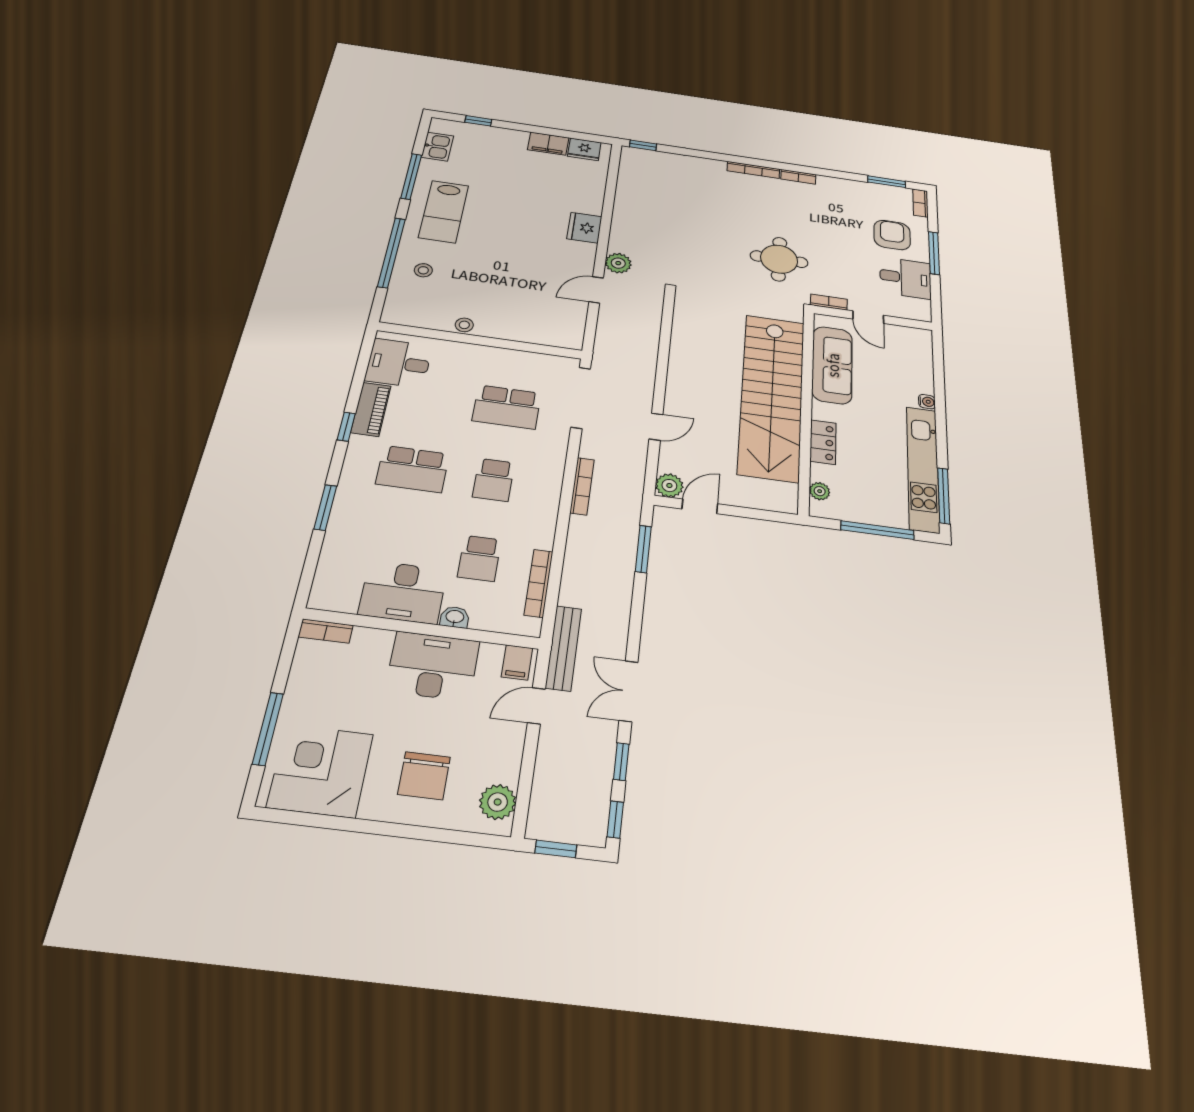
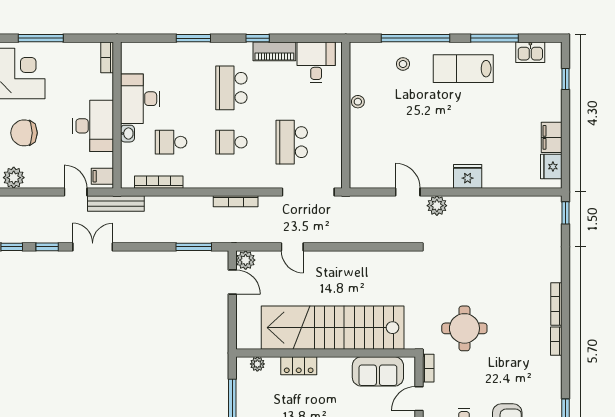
sofa: (832, 365) -> (378, 371), width x0.73

